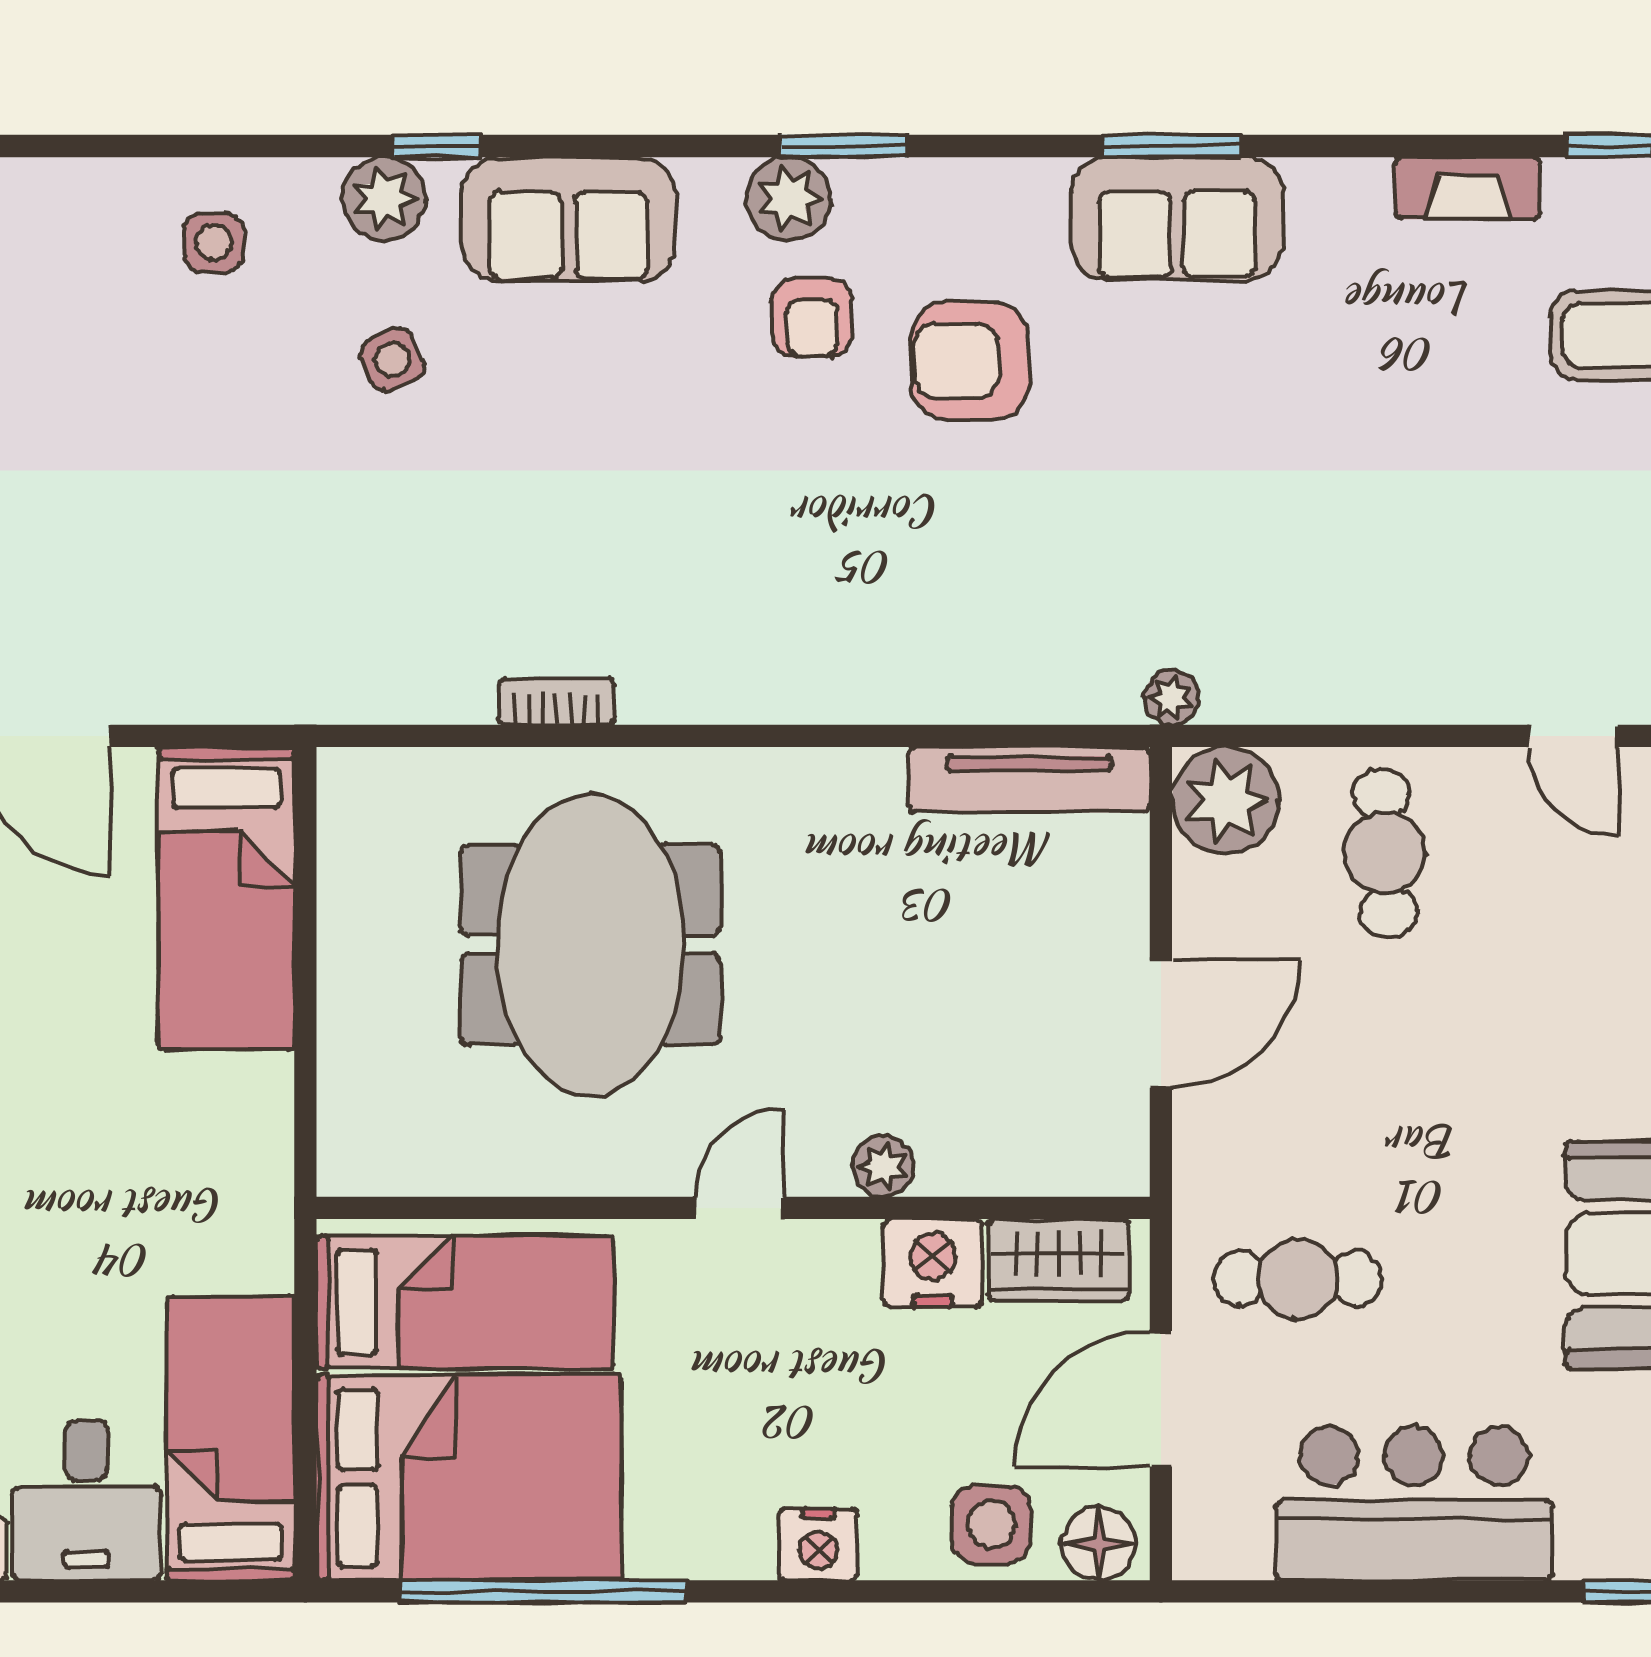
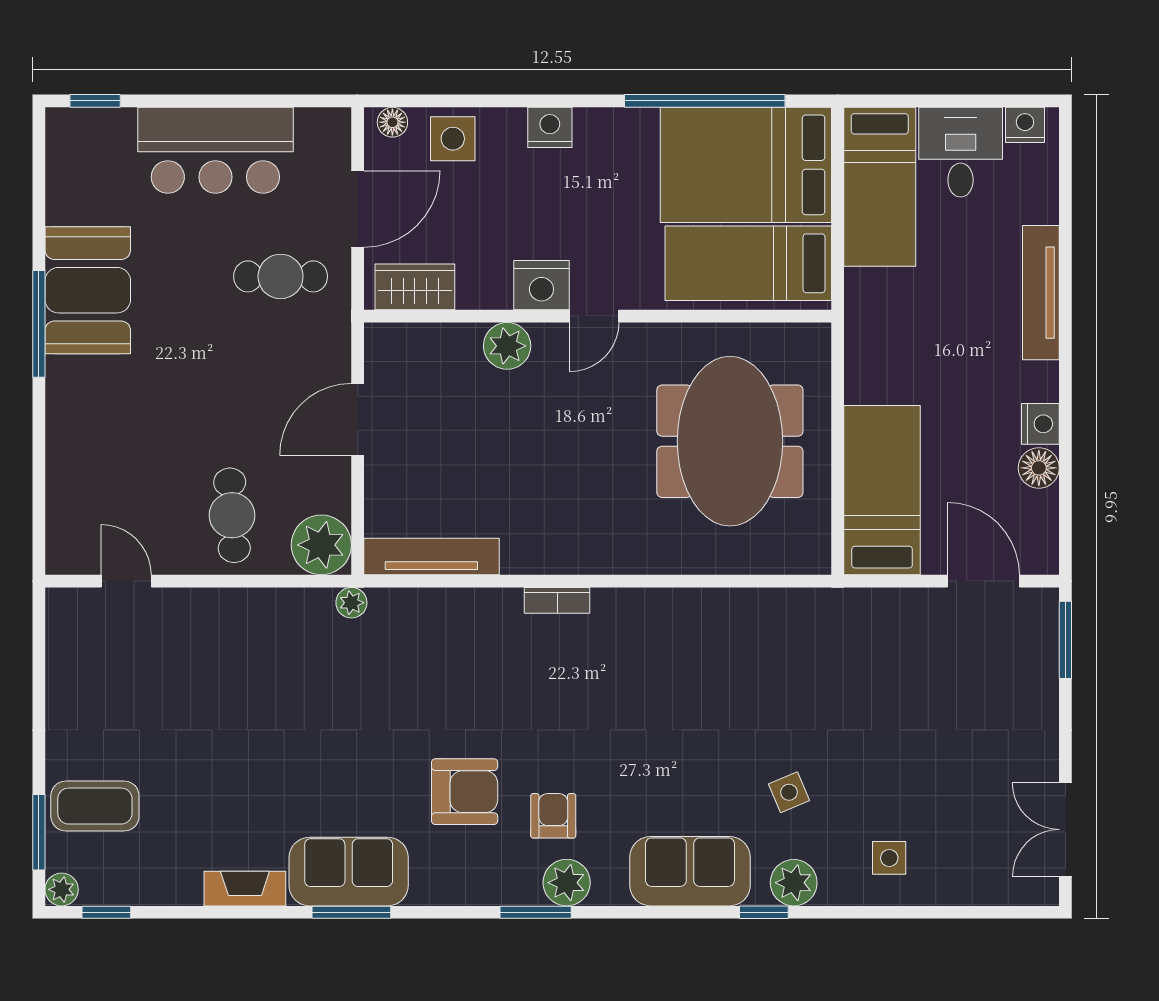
fireplace: (1468, 188) -> (245, 889), moved
bookcase: (556, 702) -> (557, 600), moved
meeting table: (590, 945) -> (730, 441), moved
plant: (883, 1166) -> (507, 346), width x1.38, depth x1.38
nightstand: (933, 1263) -> (541, 285), moved
floor lamp: (1099, 1544) -> (392, 122), width x0.73, depth x0.73

